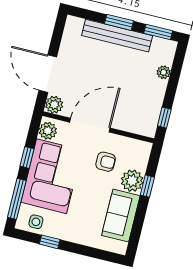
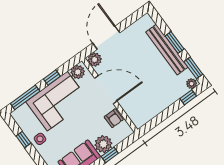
plant: (164, 72) -> (192, 84), moved
window: (164, 118) -> (188, 97), moved
armchair: (106, 162) -> (114, 118), moved
side table: (36, 222) -> (40, 139), moved

